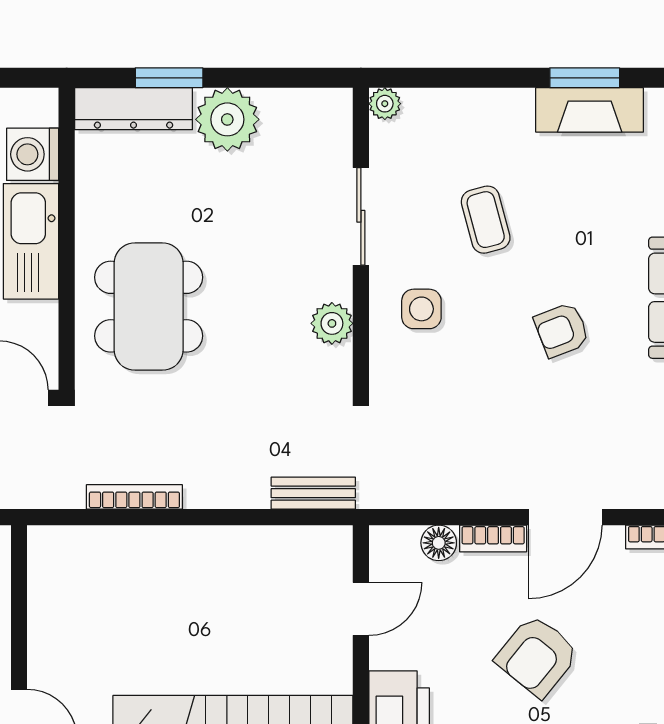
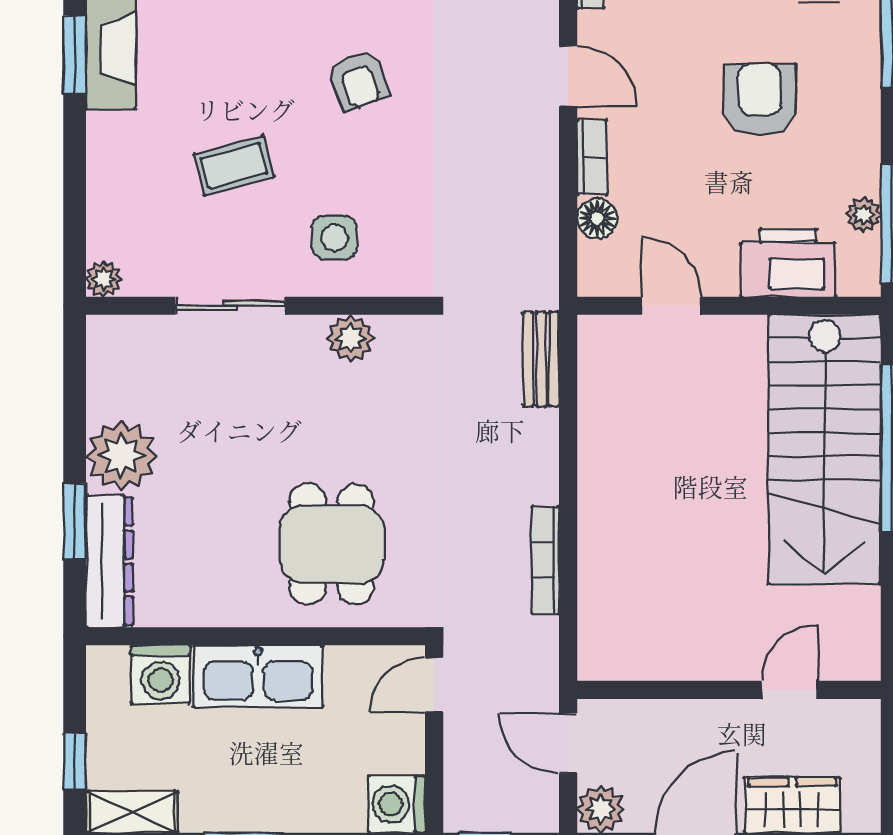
dining table: (149, 307) -> (332, 544), width x0.73
door: (565, 517) -> (568, 76), width x0.73
armchair: (537, 656) -> (759, 99), moved, turned -129

